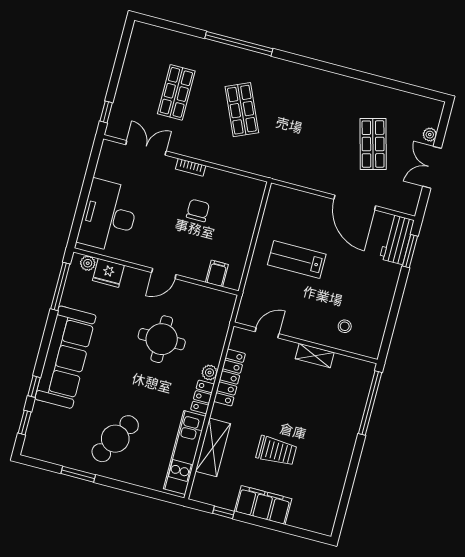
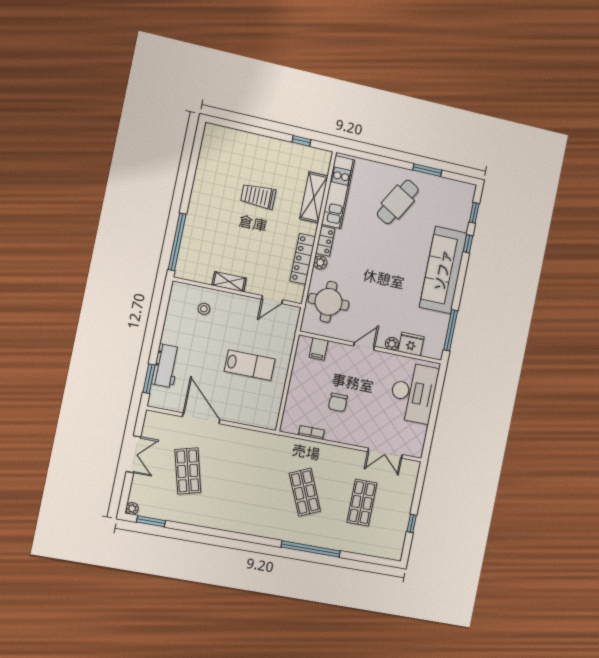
window: (417, 90) -> (151, 521), added
window: (106, 112) -> (412, 523), moved
plant: (430, 135) -> (132, 509), moved
bookcase: (191, 167) -> (311, 433), moved
workbench: (397, 239) -> (166, 366), moved
plant: (88, 263) -> (392, 344), moved
round table: (162, 339) -> (329, 302), moved
filing cabinet: (263, 505) -> (267, 148), removed

